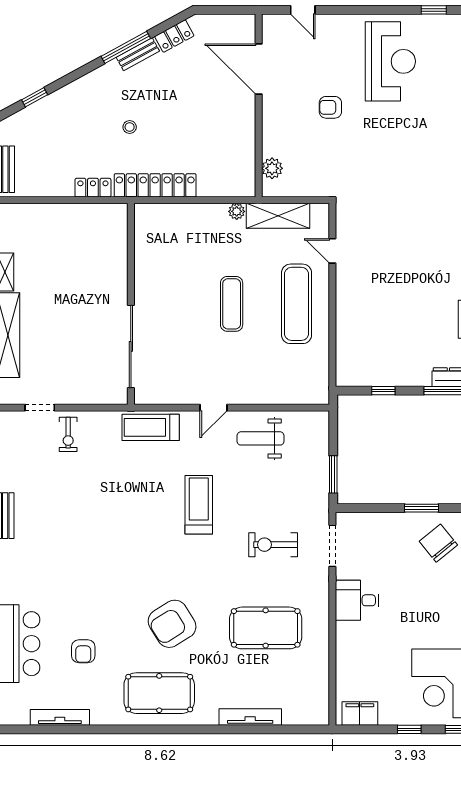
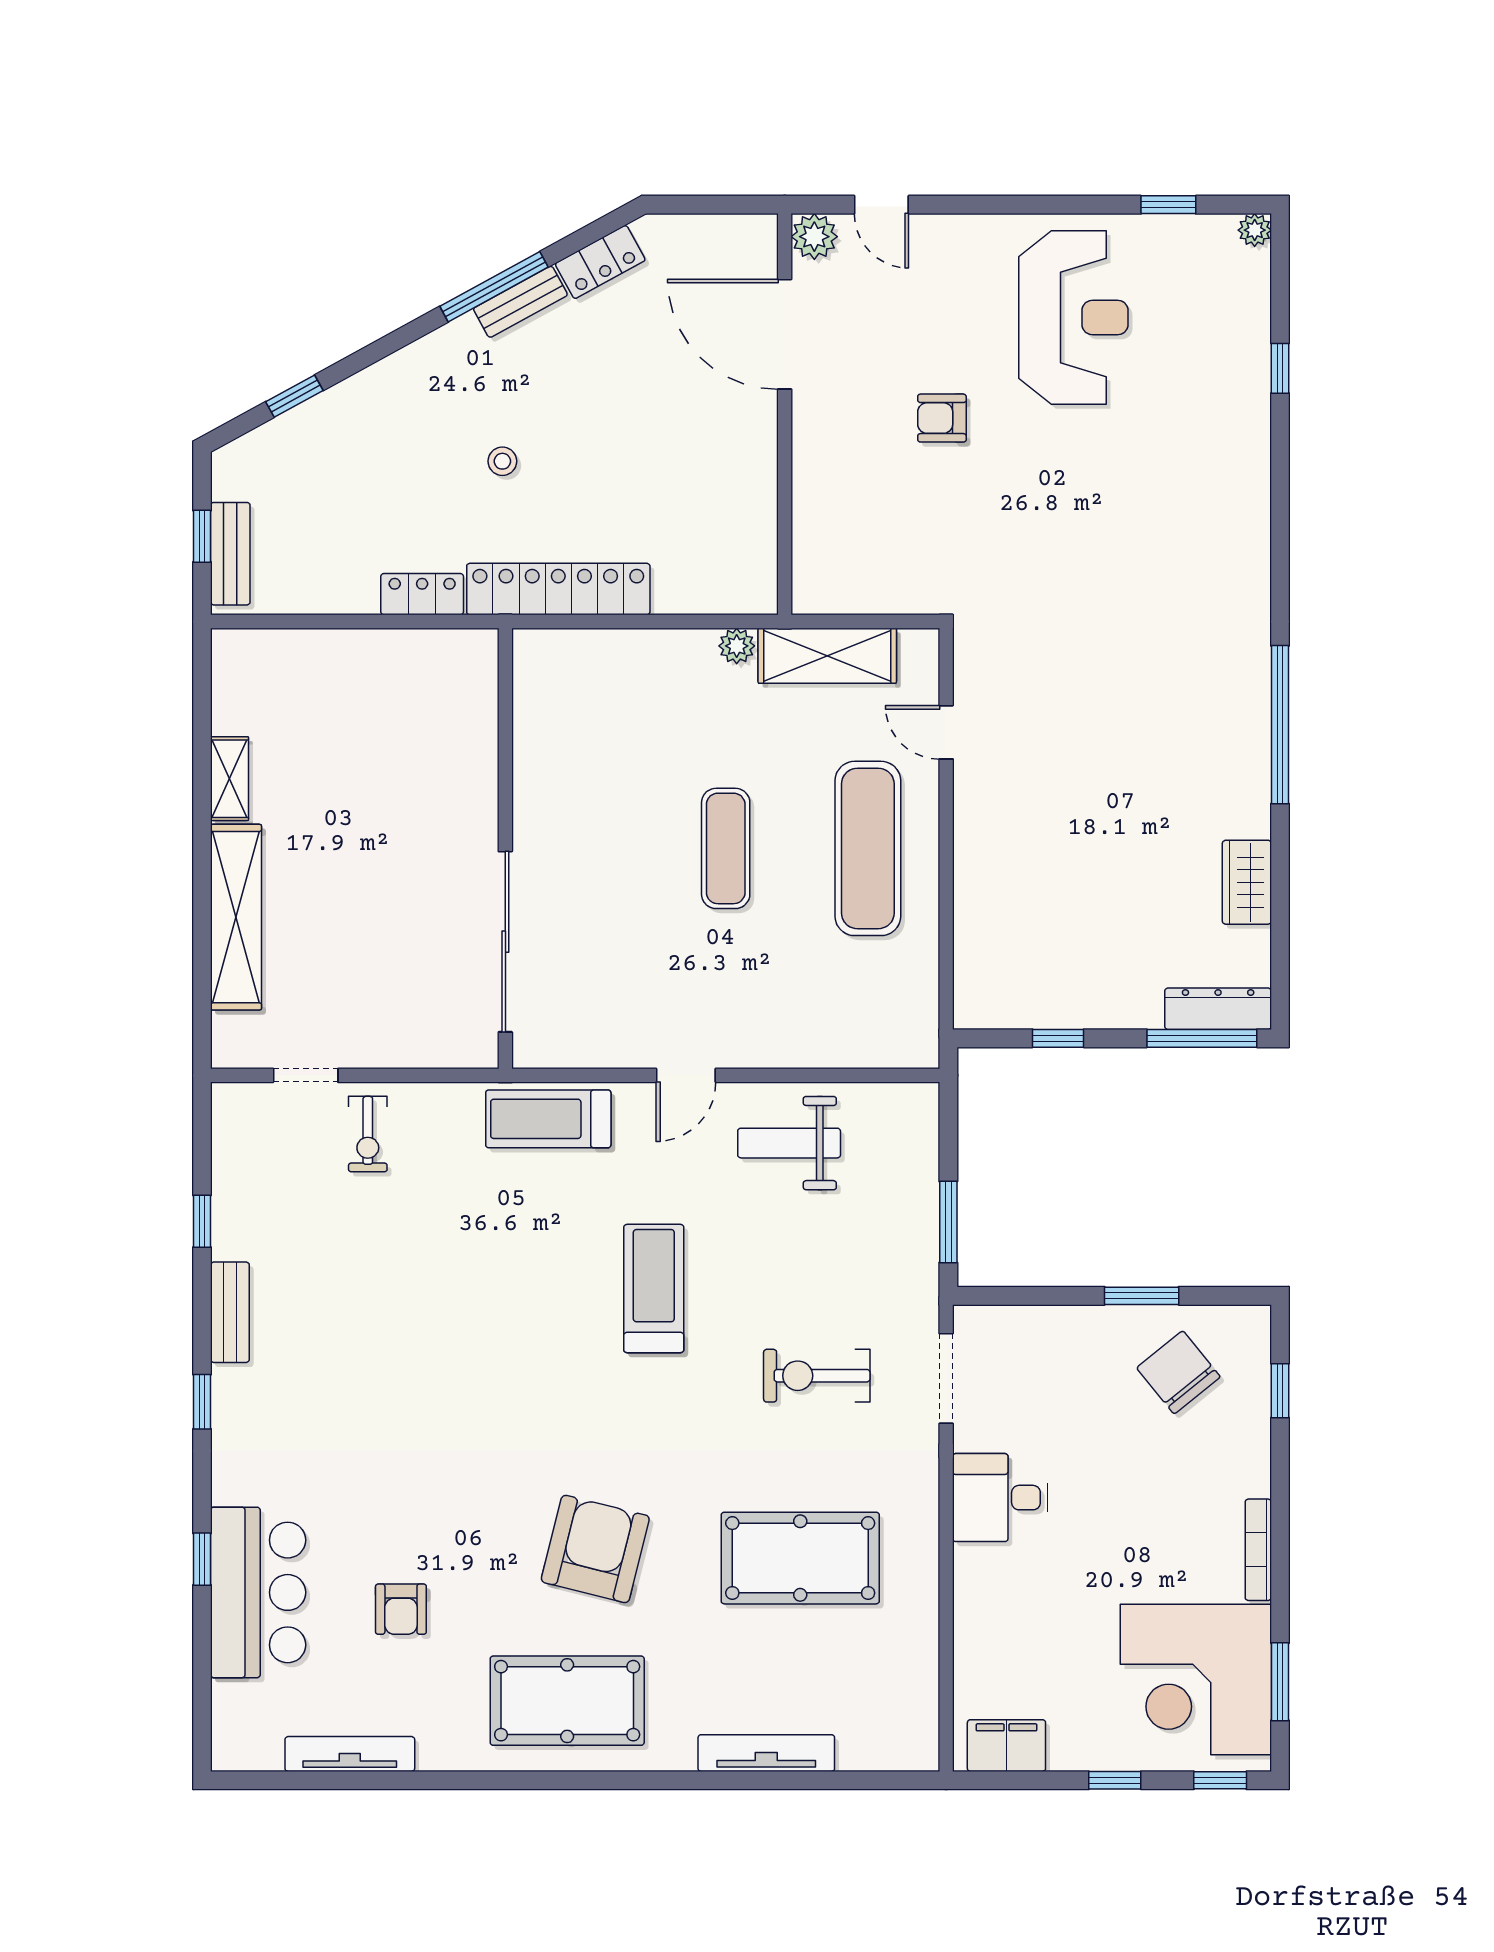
plant: (272, 168) -> (814, 237), moved
armchair: (172, 624) -> (595, 1549), turned 136

